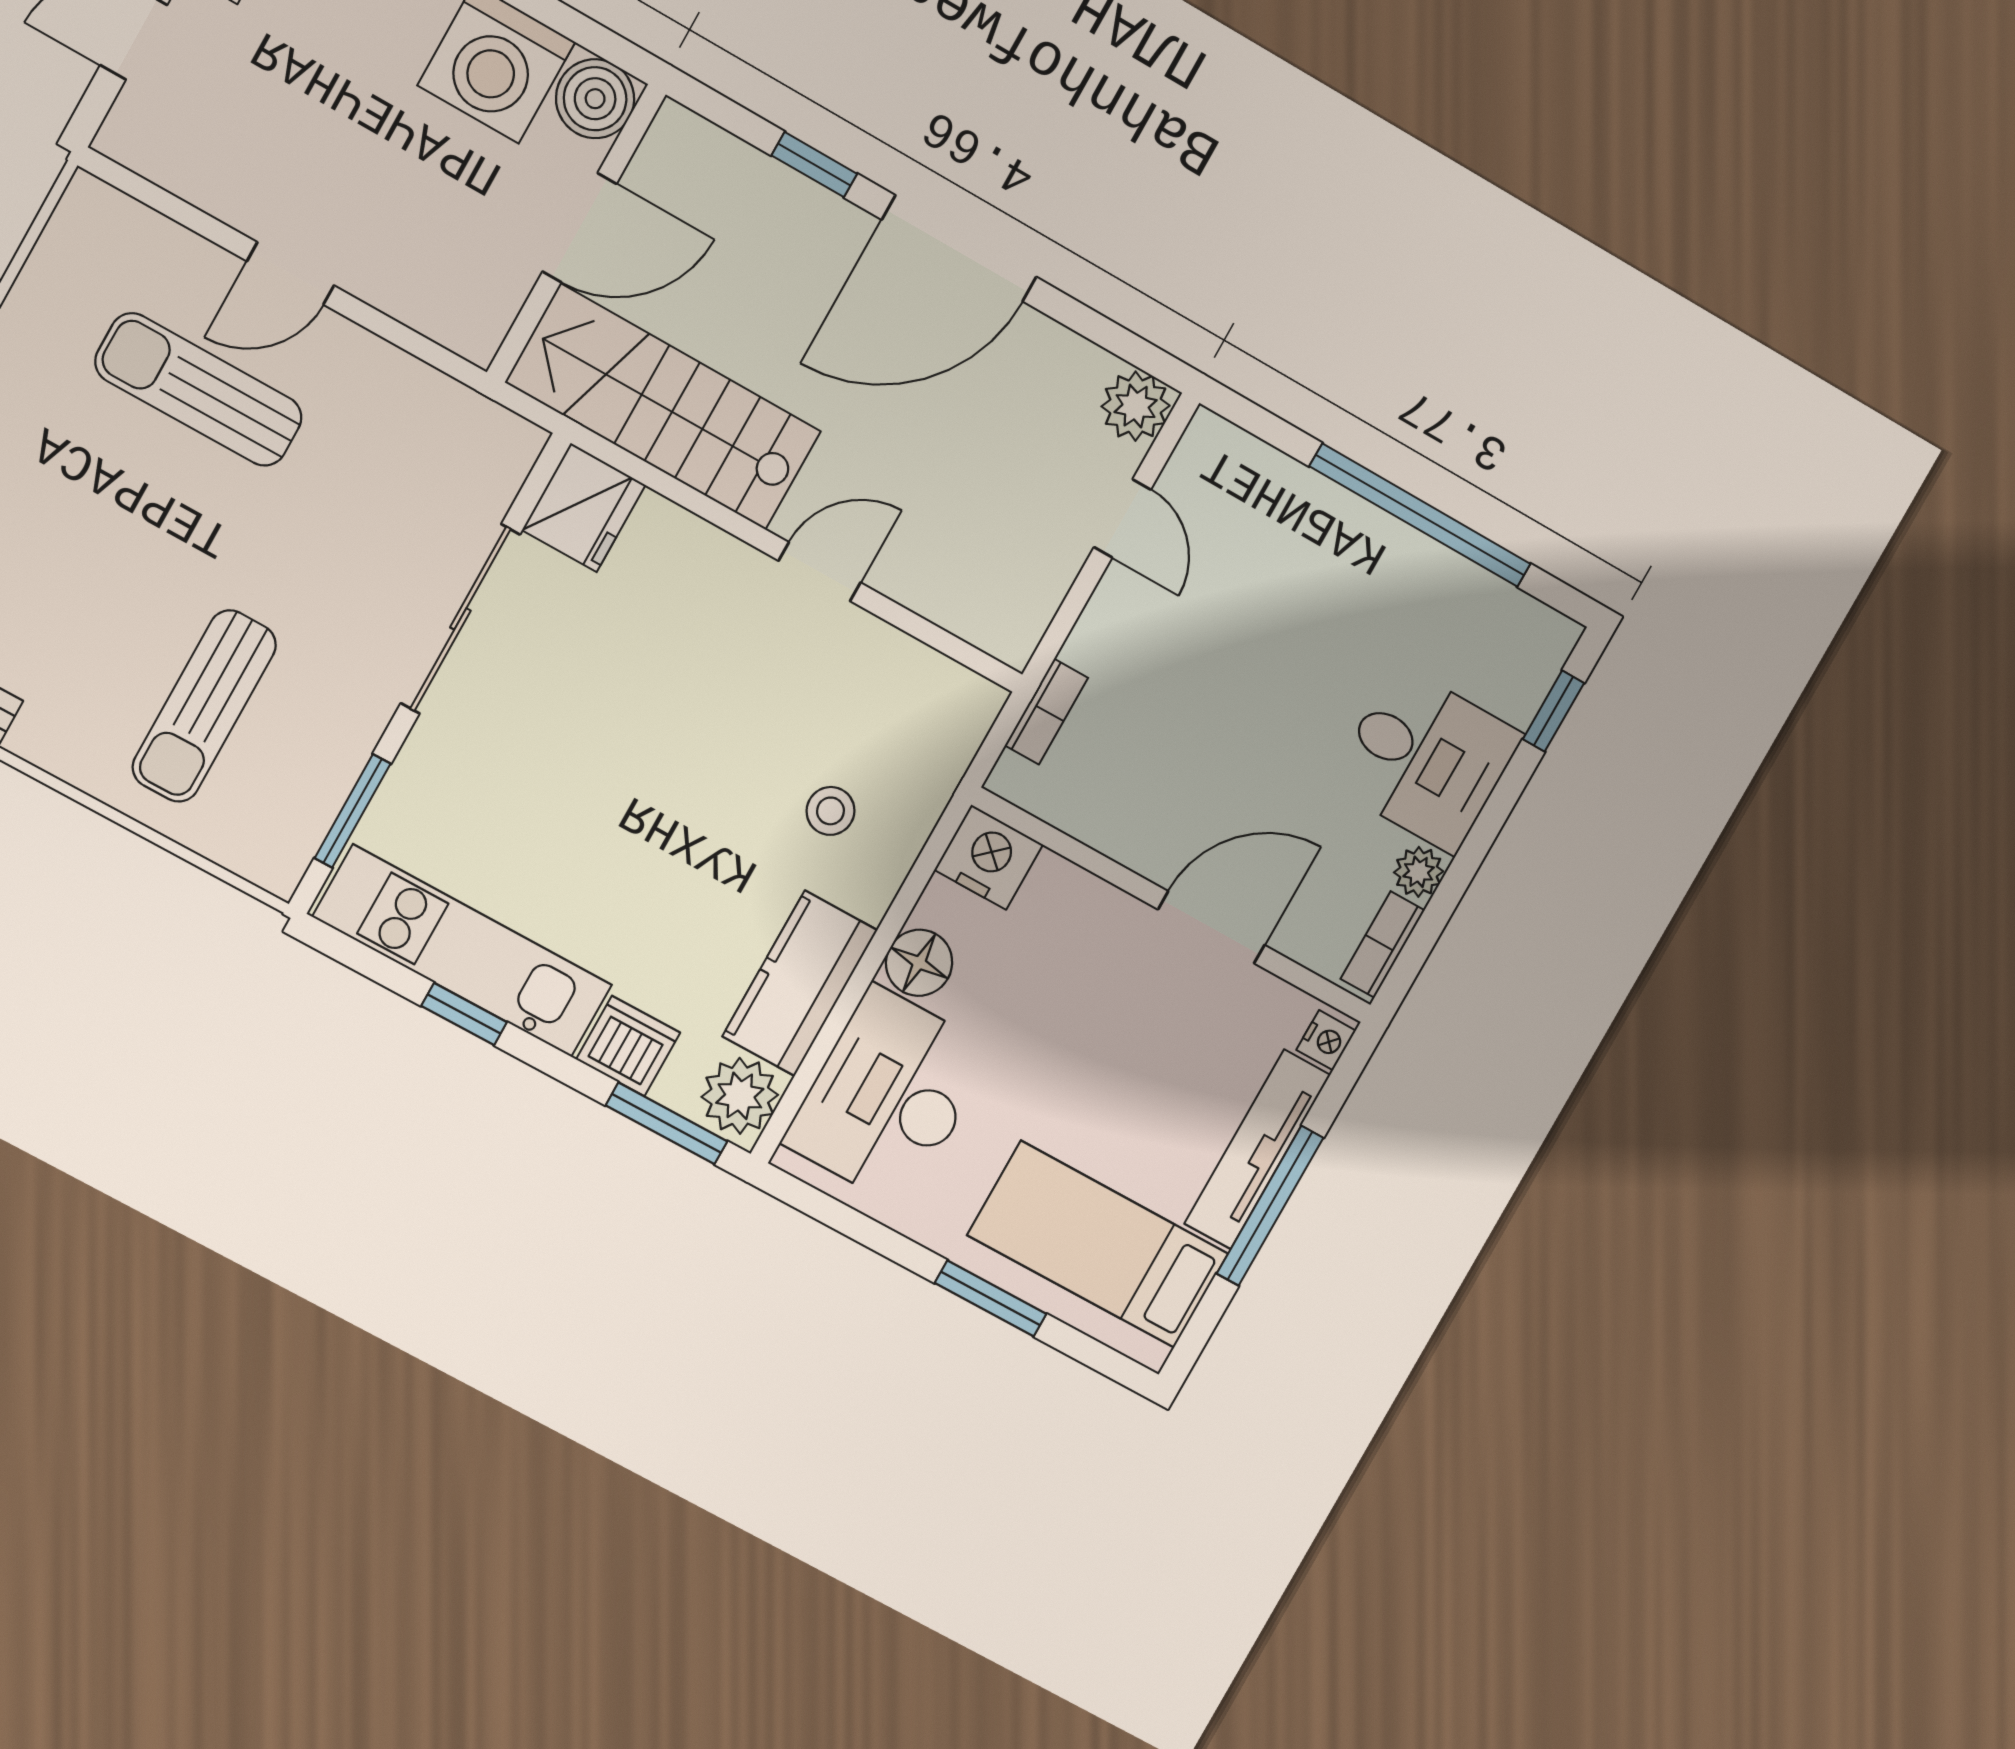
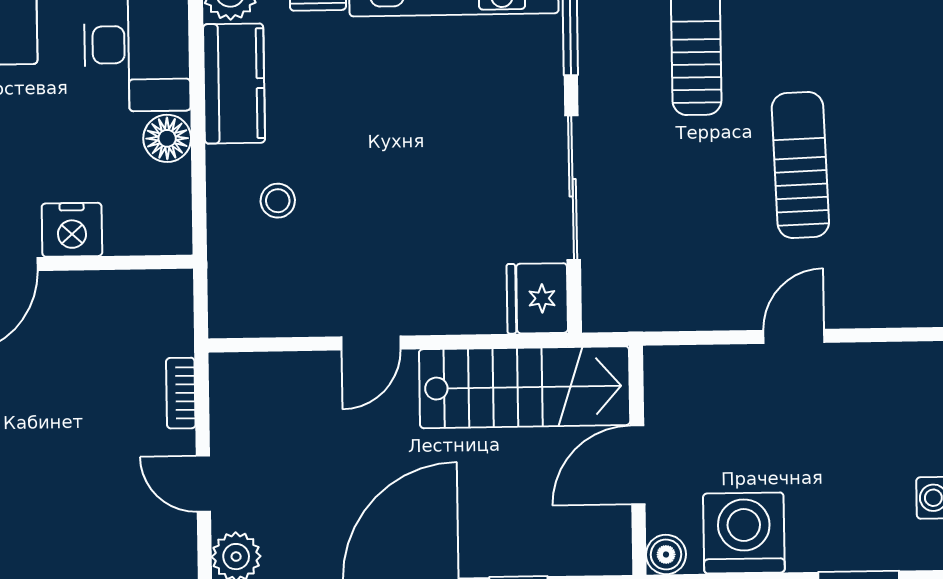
boiler: (595, 99) -> (666, 554), width x0.73, depth x0.73
sun lounger: (199, 390) -> (800, 165), moved, turned -92
bookcase: (1046, 712) -> (181, 393), moved
nightstand: (989, 857) -> (72, 230), moved

